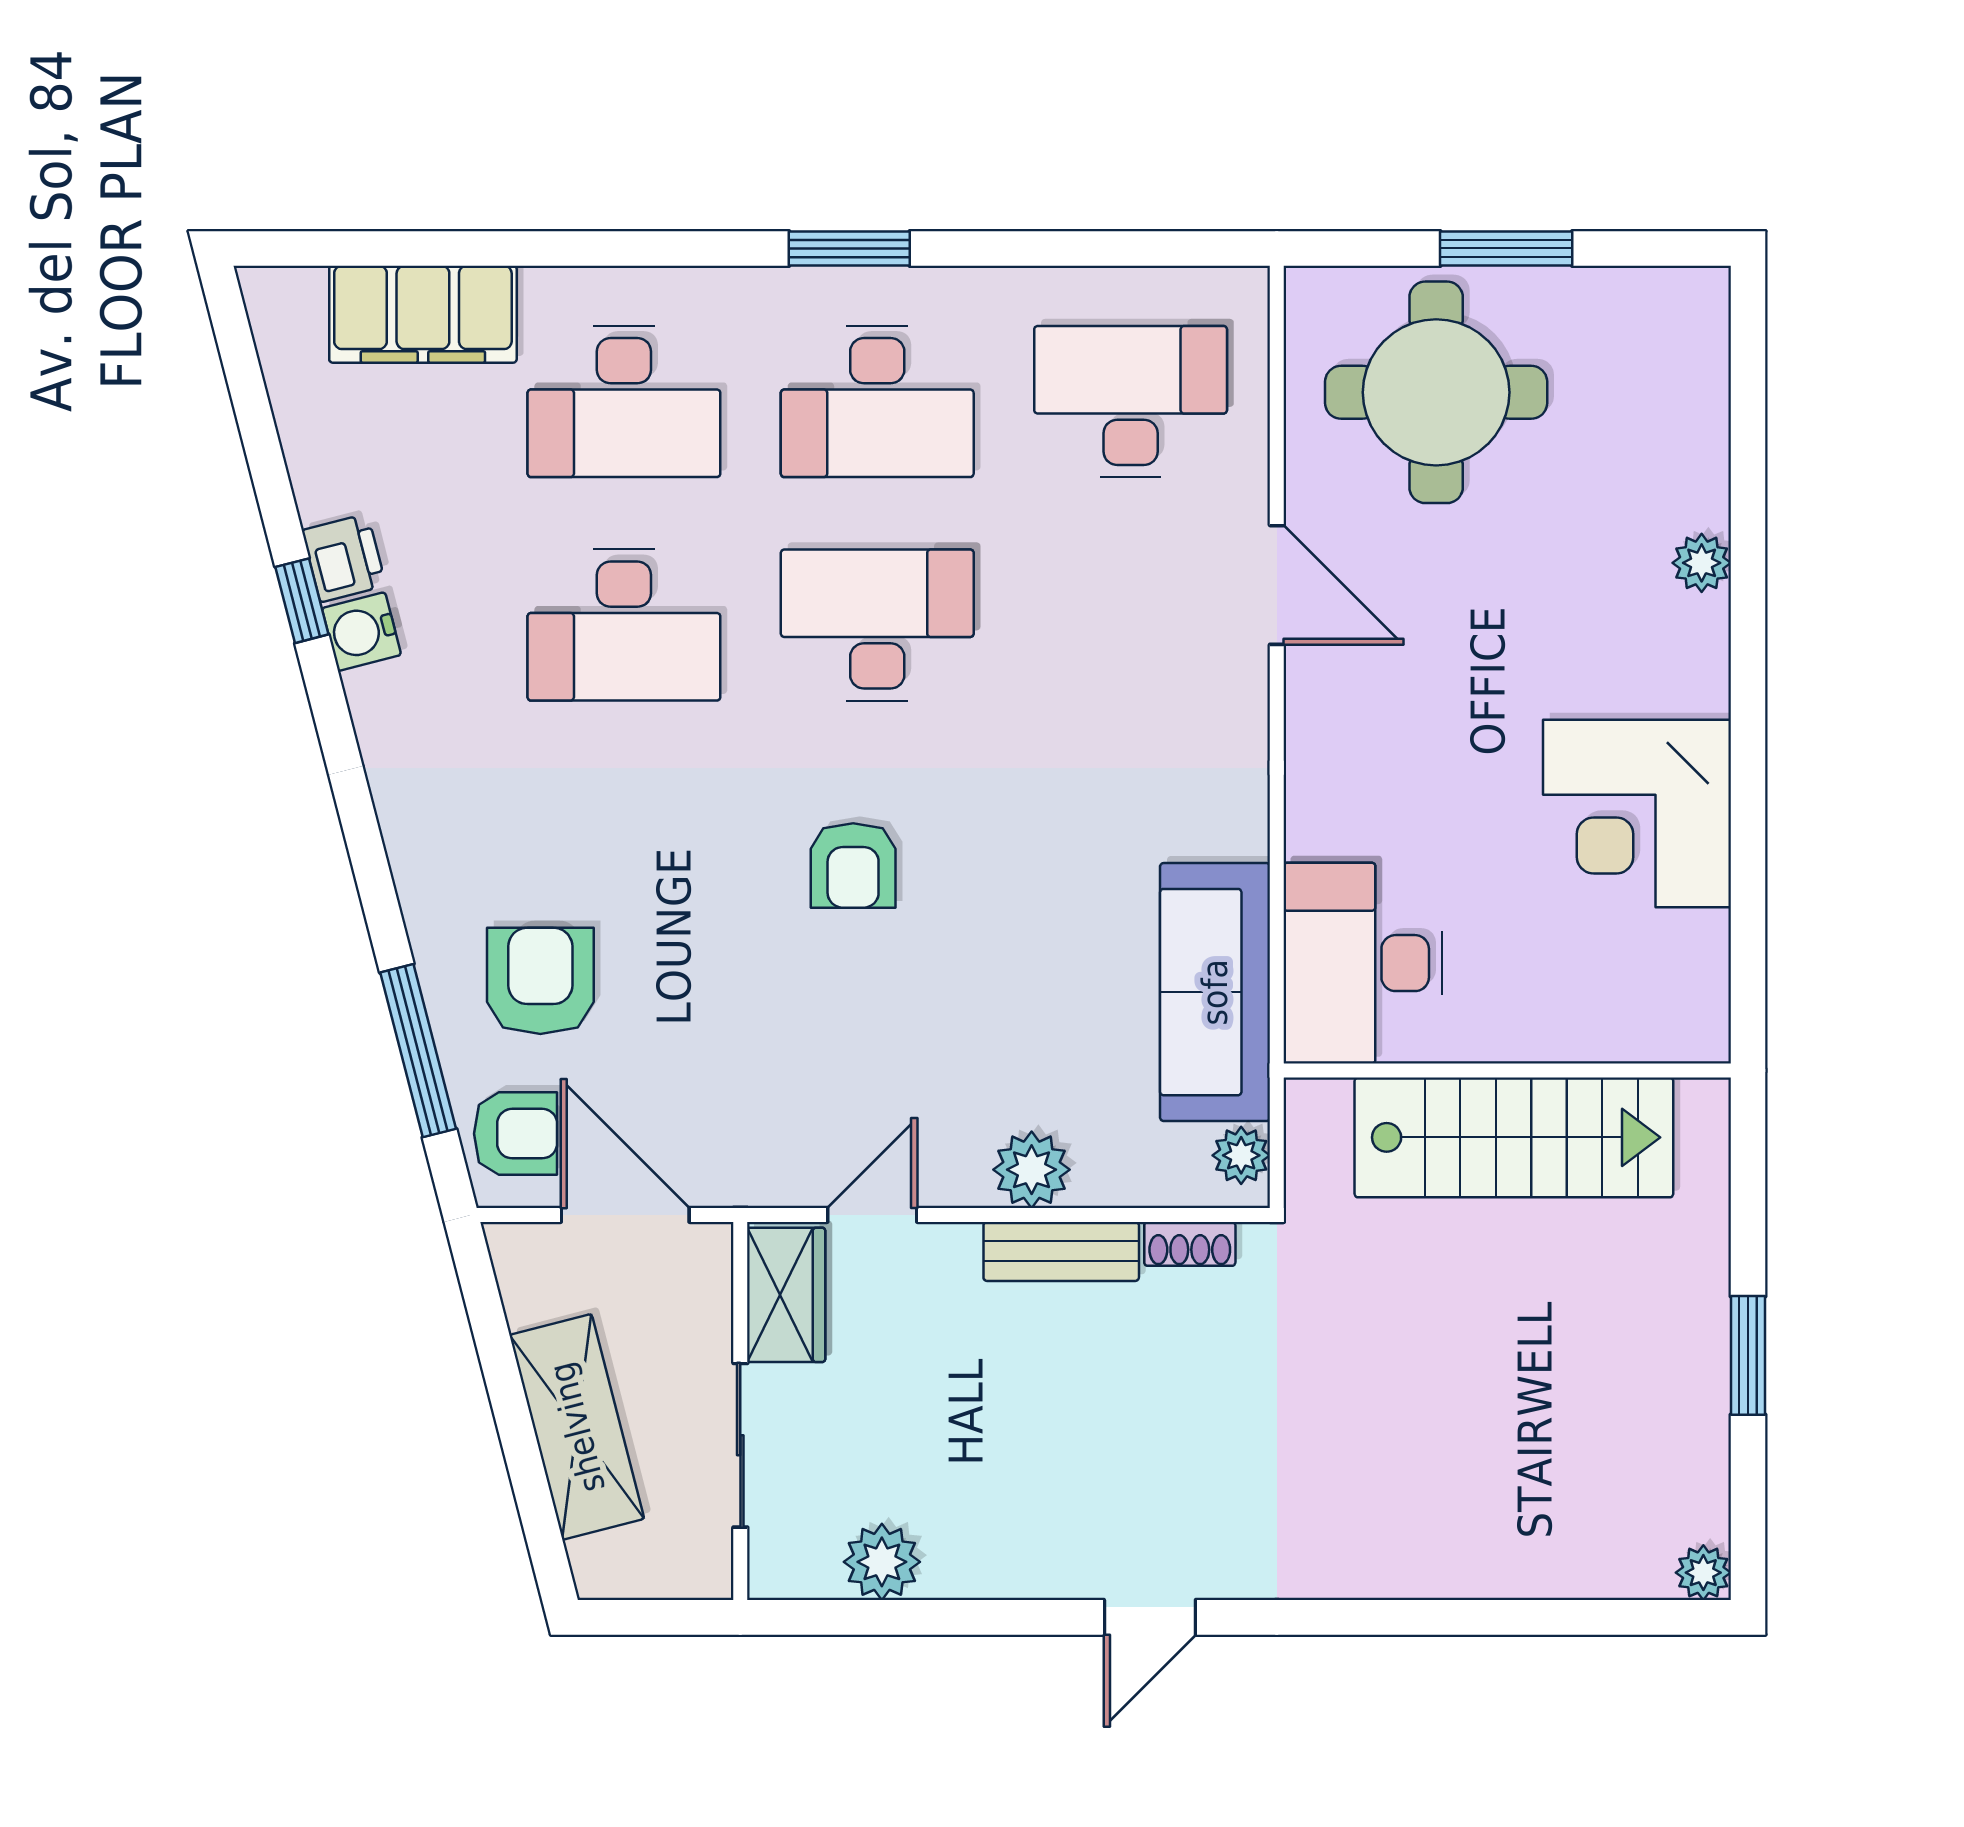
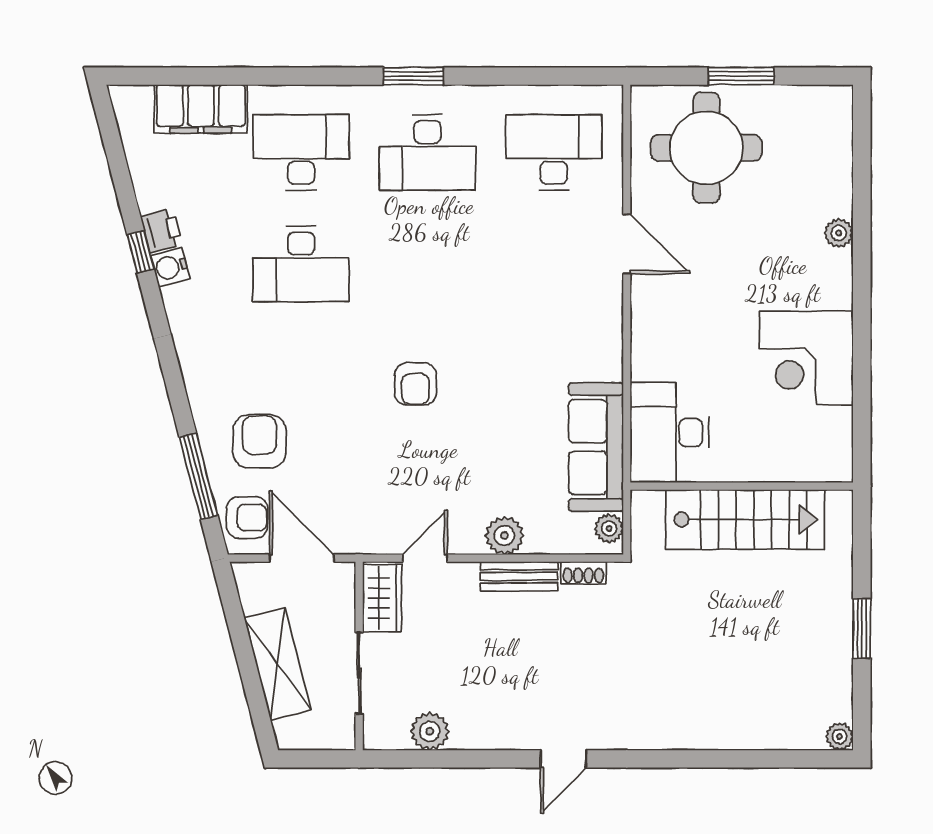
desk: (624, 402) -> (301, 152), turned 180
desk: (877, 625) -> (427, 264), removed

